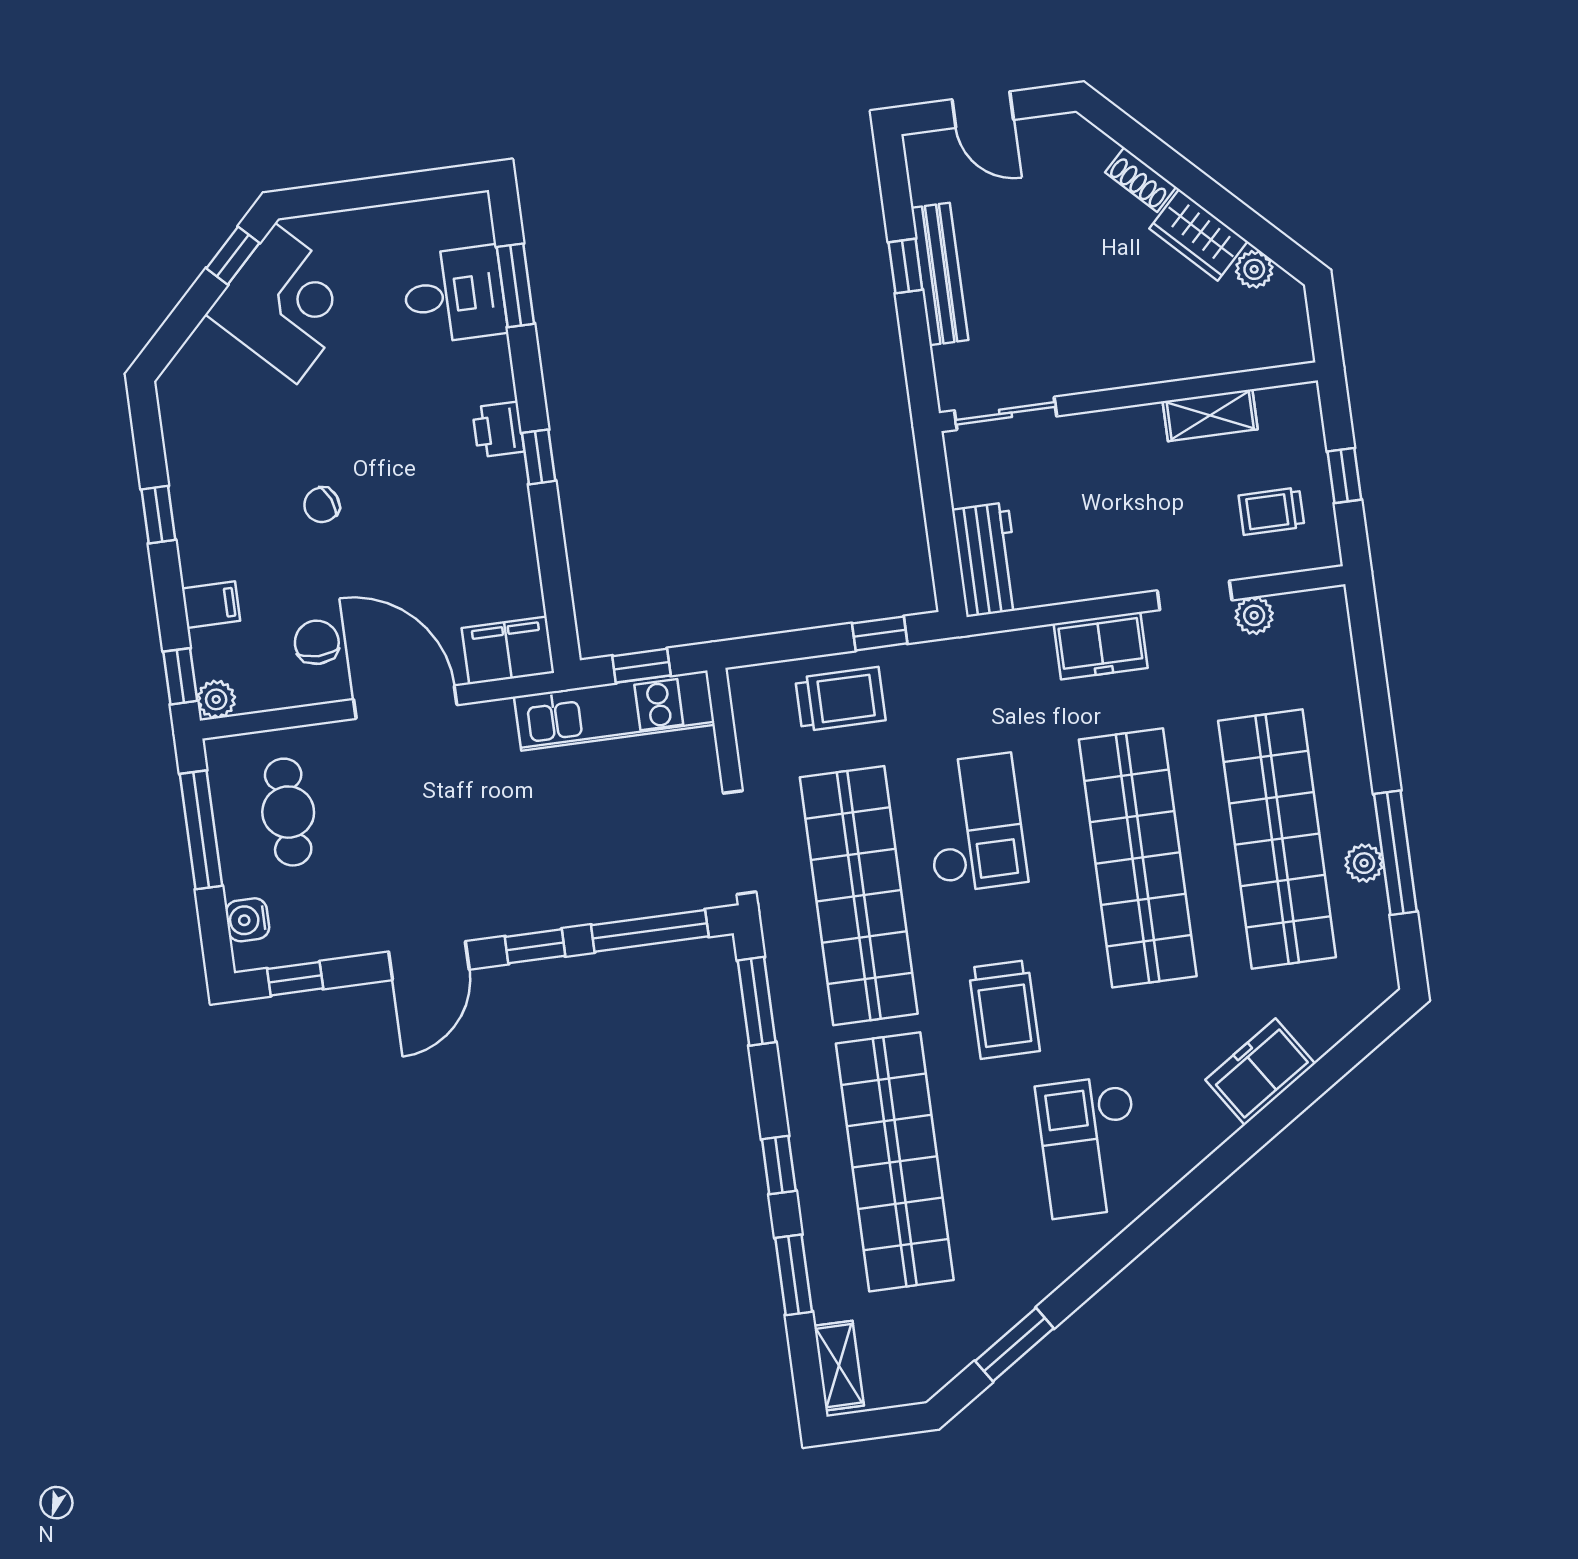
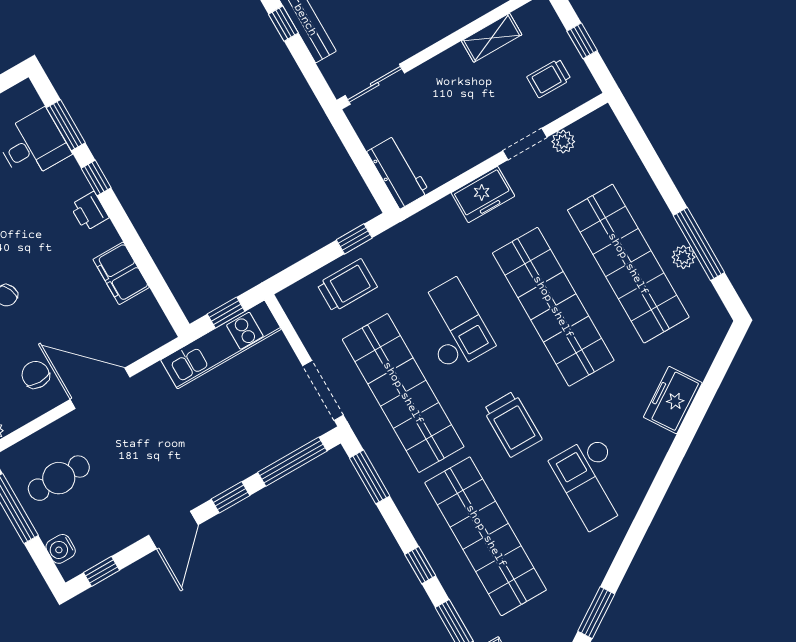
window: (539, 457) -> (96, 178), moved
filing cabinet: (508, 650) -> (121, 273), moved, turned -90
cafe table: (288, 812) -> (59, 478), turned 90

